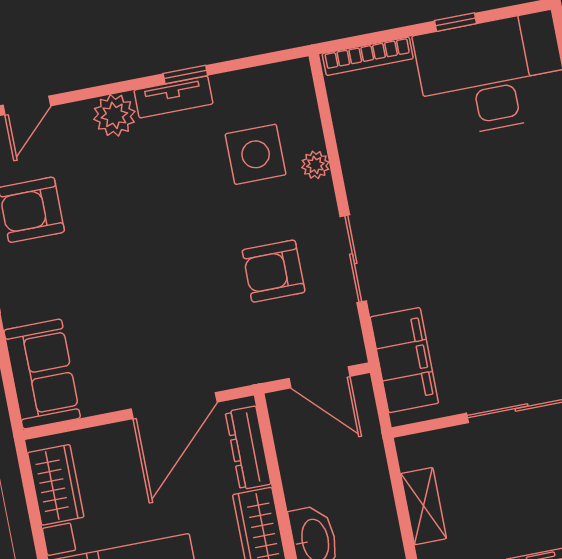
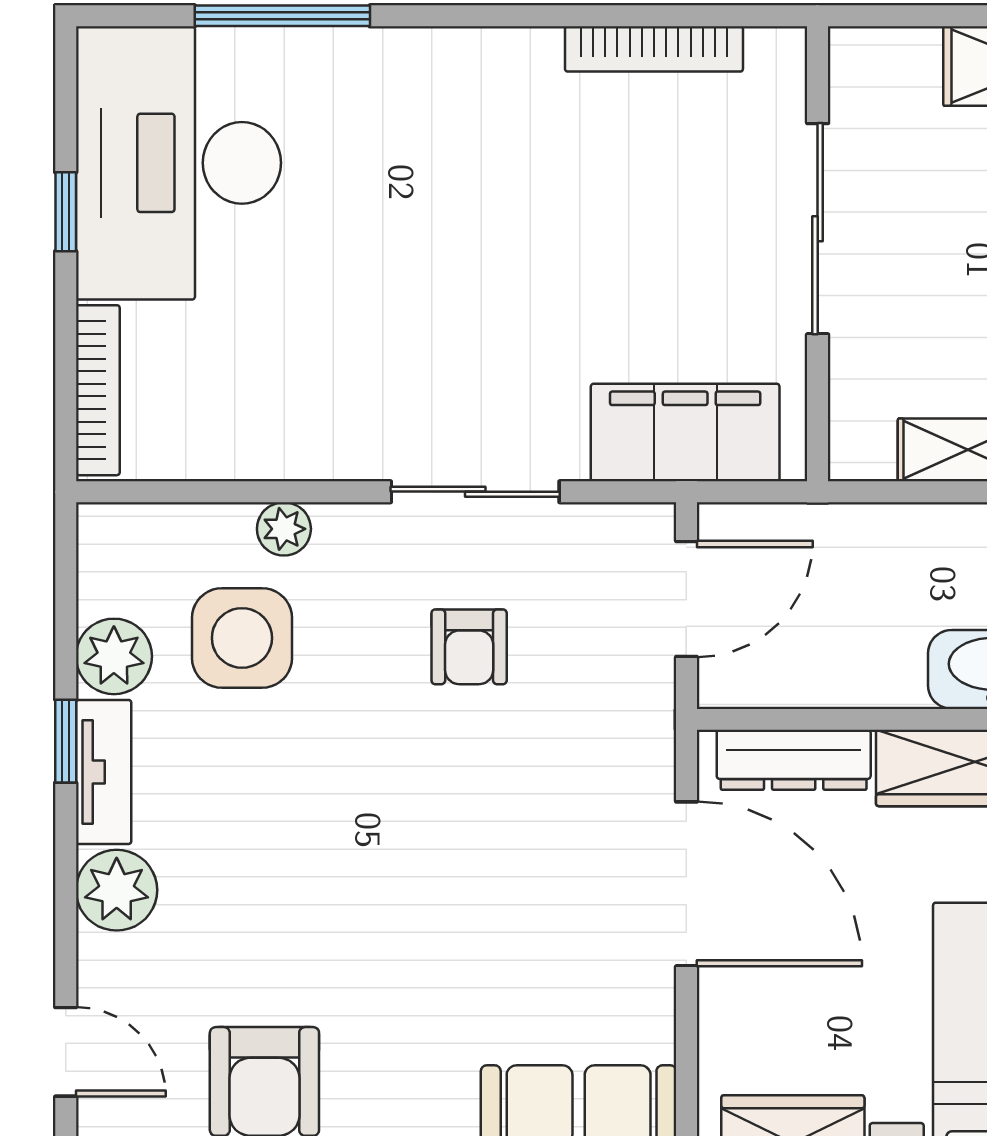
plant: (233, 91) -> (114, 656), added
armchair: (274, 271) -> (469, 647), width x0.72, depth x0.72

